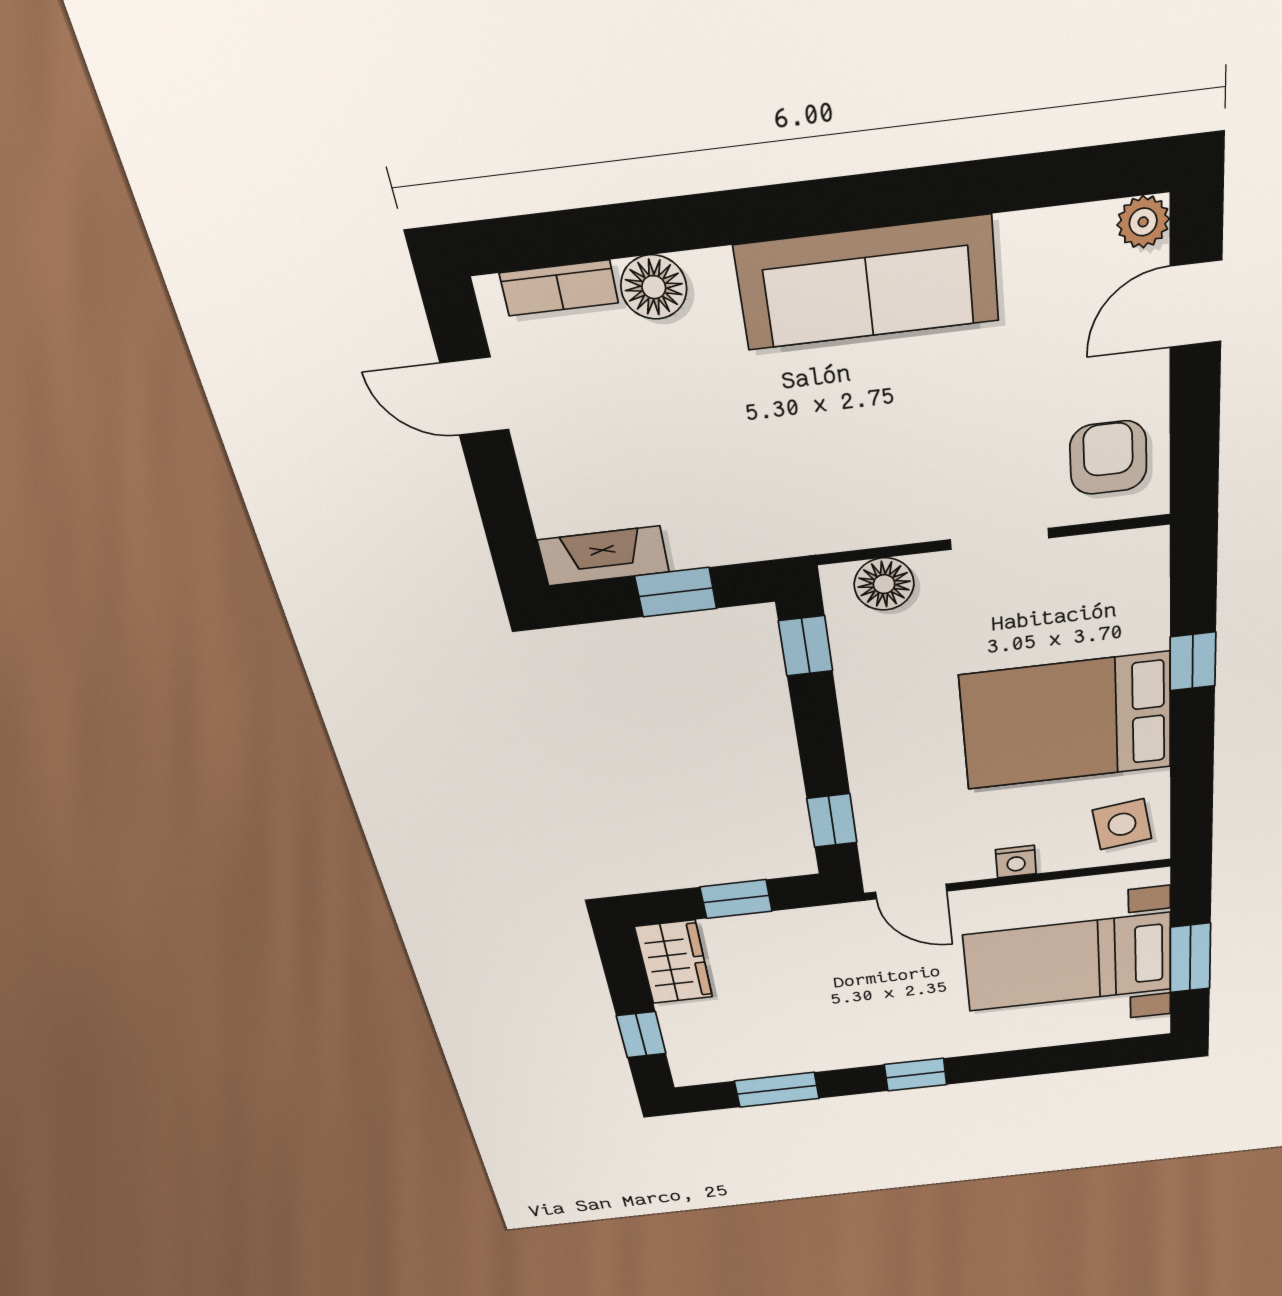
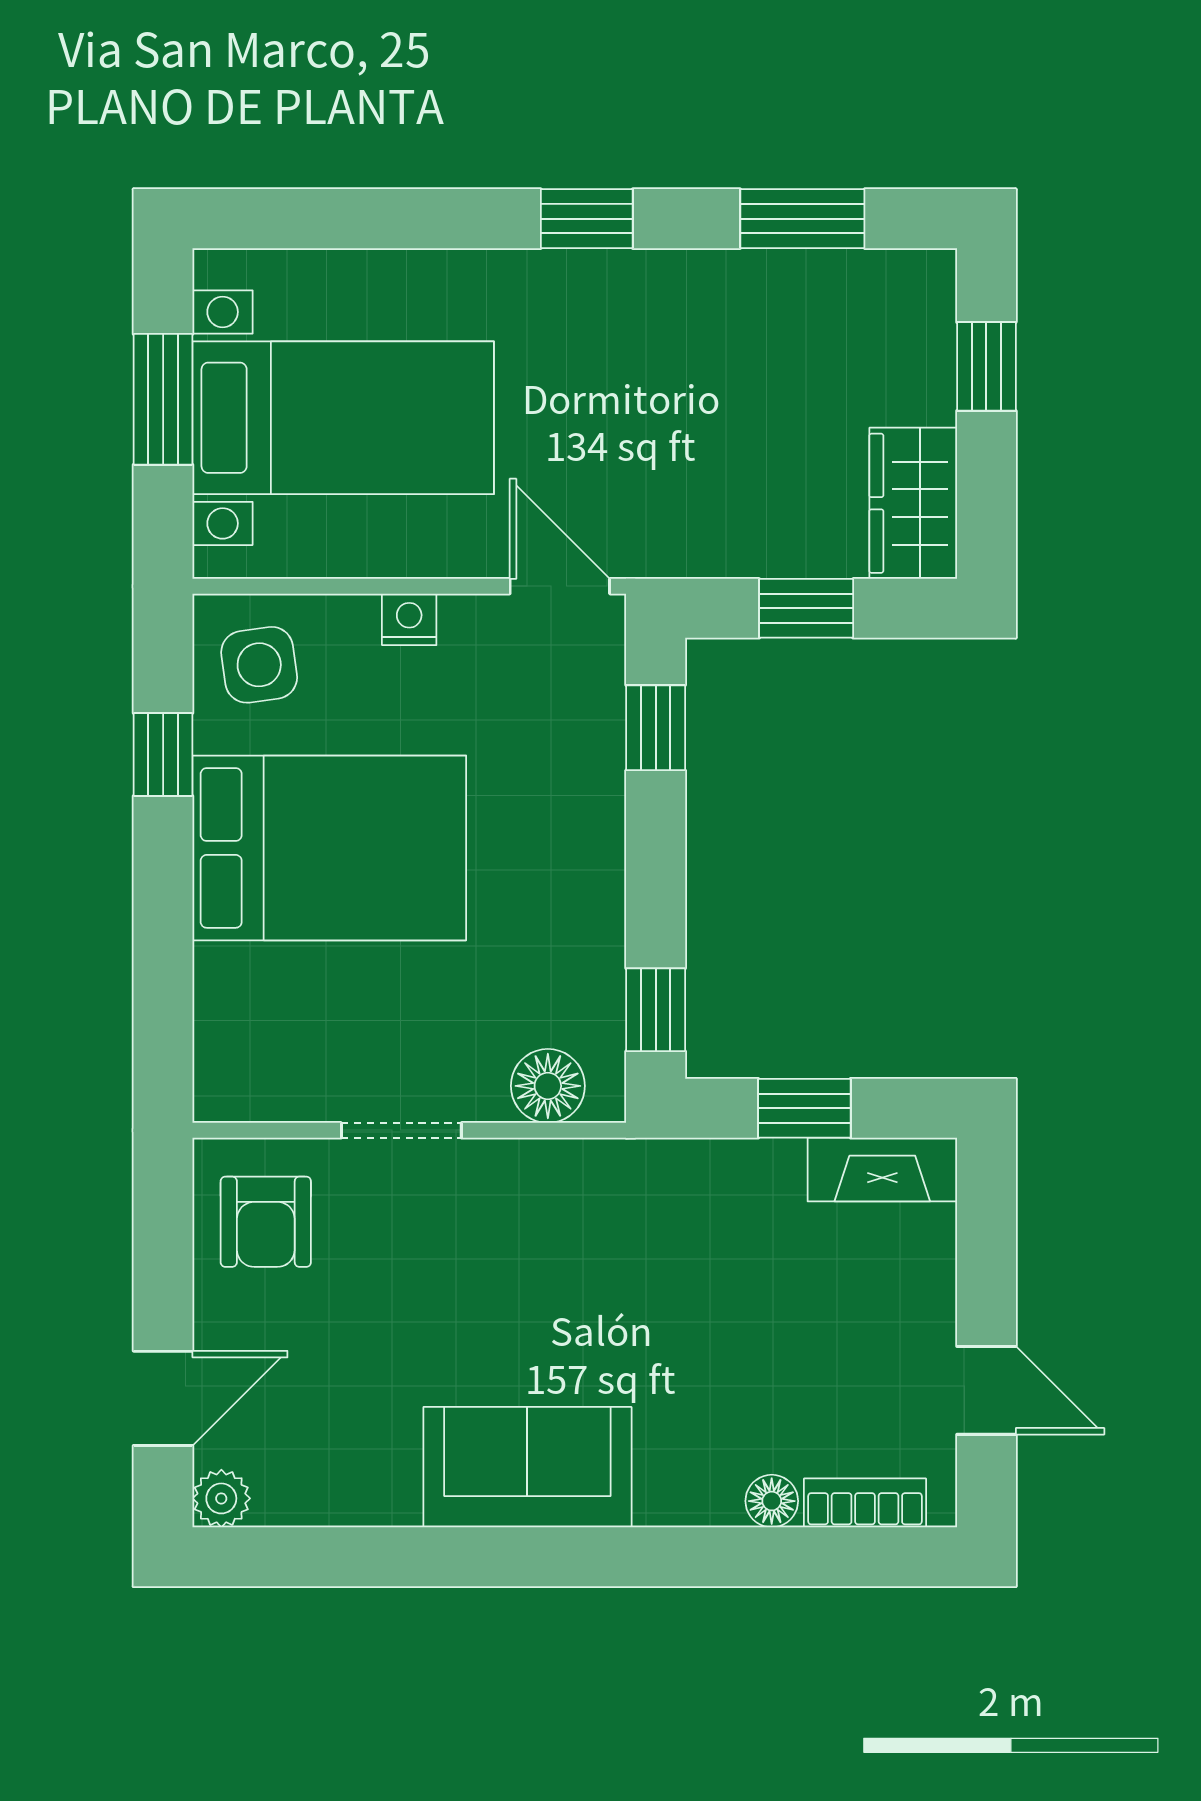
sofa: (868, 283) -> (527, 1467), width x0.73
floor lamp: (654, 287) -> (772, 1501), width x0.73, depth x0.73
window: (1193, 662) -> (163, 755), moved

